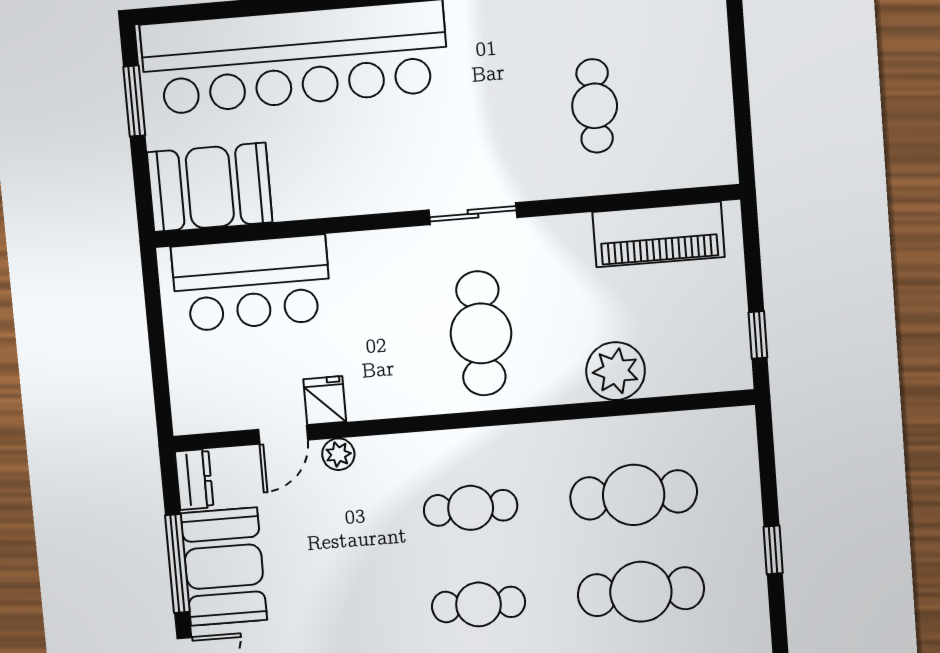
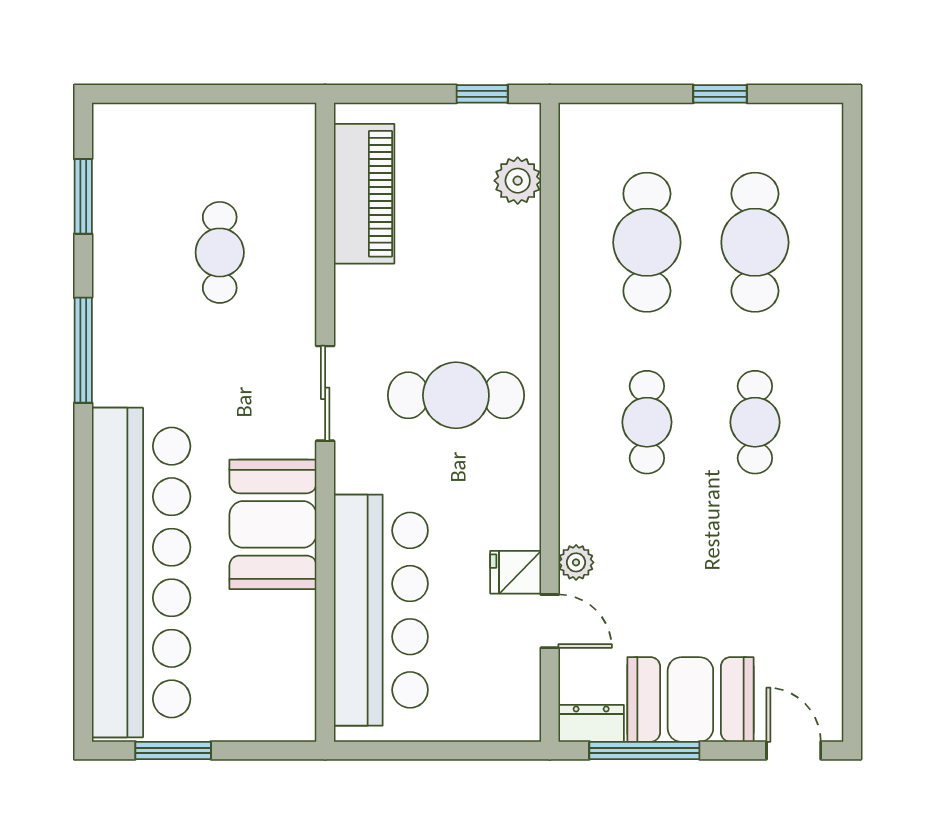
cafe table: (595, 106) -> (220, 252), turned 90
booth: (210, 187) -> (273, 524), moved
bar counter: (251, 283) -> (381, 610), width x1.36
plant: (616, 371) -> (518, 181), moved, width x0.73, depth x0.73
window: (177, 564) -> (644, 750), moved

